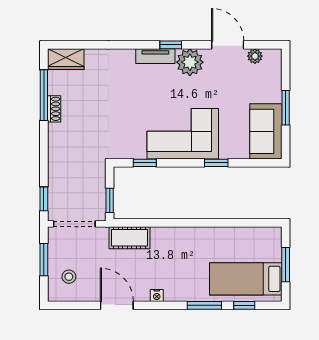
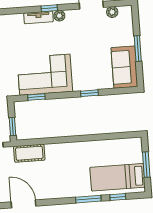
plant: (190, 62) -> (59, 16), width x0.53, depth x0.53
corner sofa: (183, 134) -> (45, 75), moved
nightstand: (157, 296) -> (53, 194), removed

